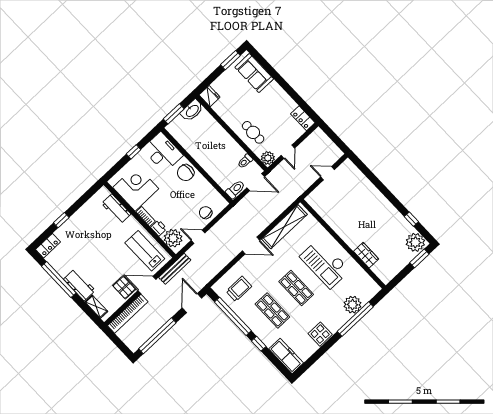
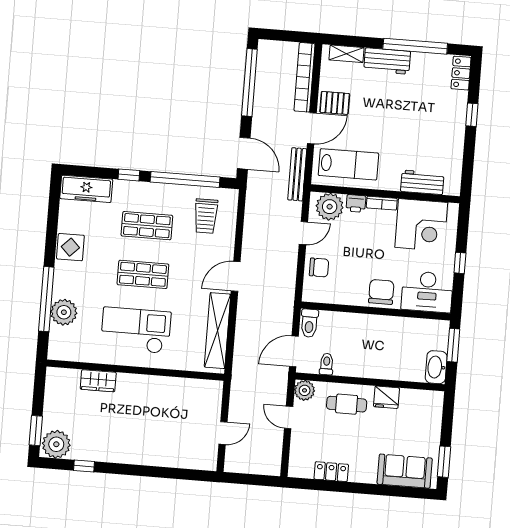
fridge: (210, 96) -> (387, 397), moved
locker: (303, 118) -> (331, 472), moved

